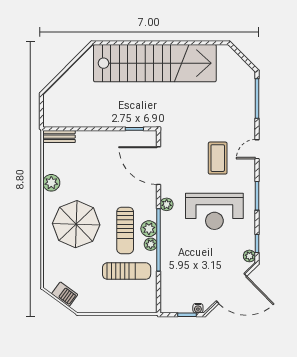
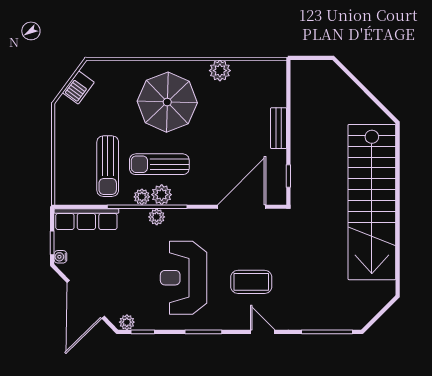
bench: (59, 137) -> (279, 128), moved
plant: (167, 204) -> (157, 217), moved
row of seats: (168, 288) -> (86, 219), added

